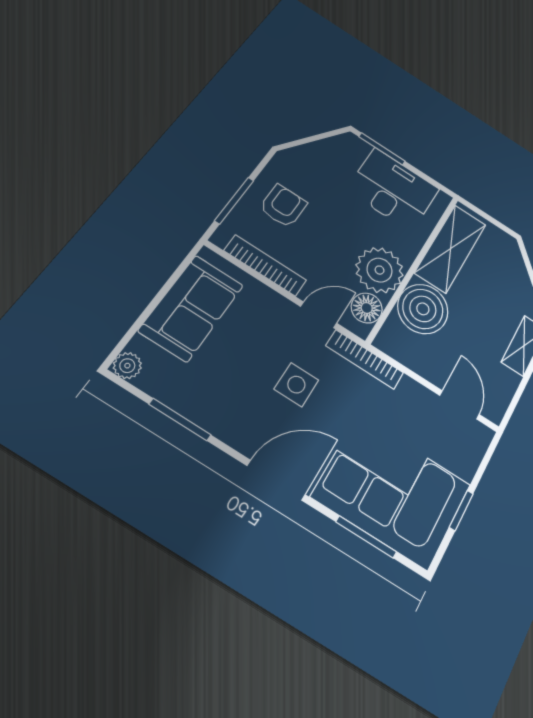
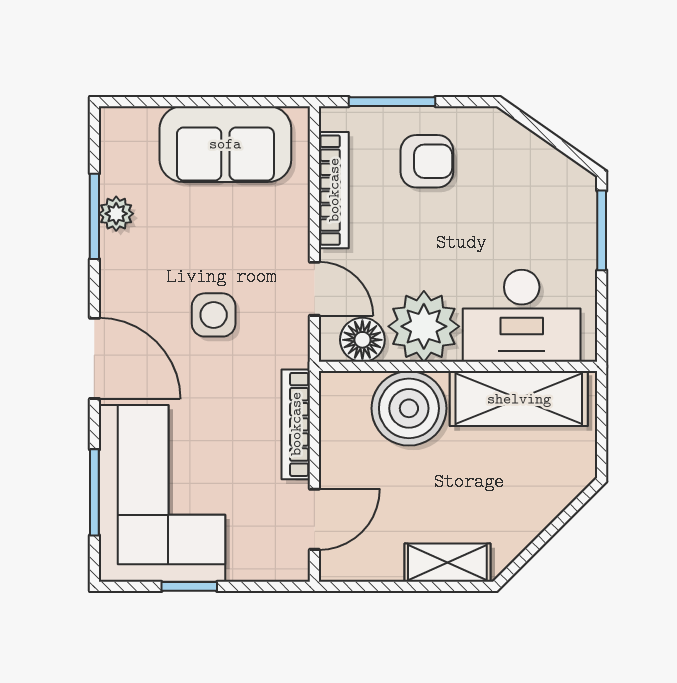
desk: (393, 189) -> (522, 316), moved, turned 90
bookcase: (365, 359) -> (296, 424), moved
plant: (127, 366) -> (116, 214), moved

